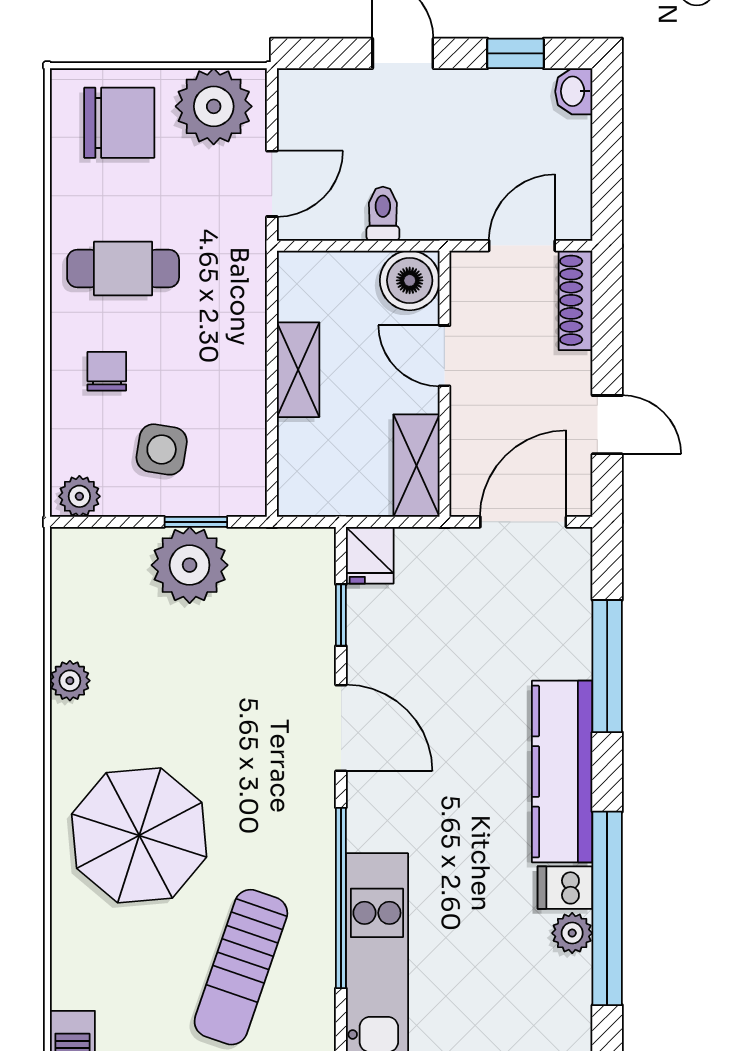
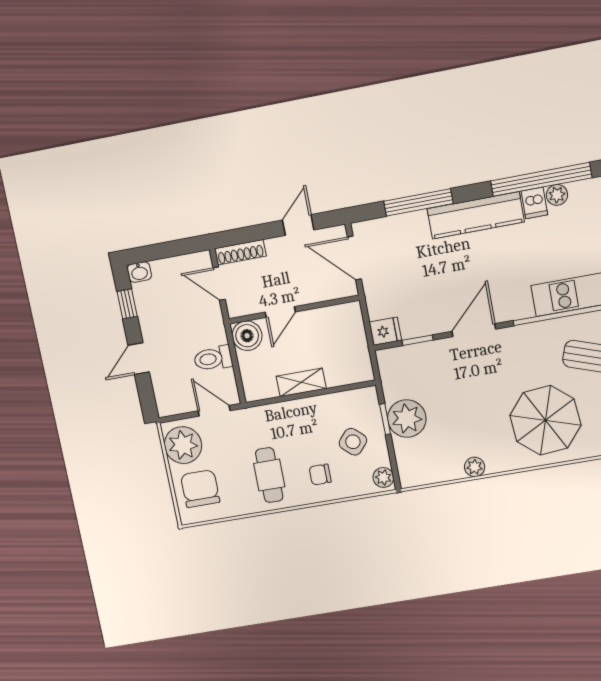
toilet: (383, 214) -> (213, 358), width x1.37, depth x1.39
side table: (162, 449) -> (353, 442), turned 33
shelving: (416, 466) -> (337, 316), removed

